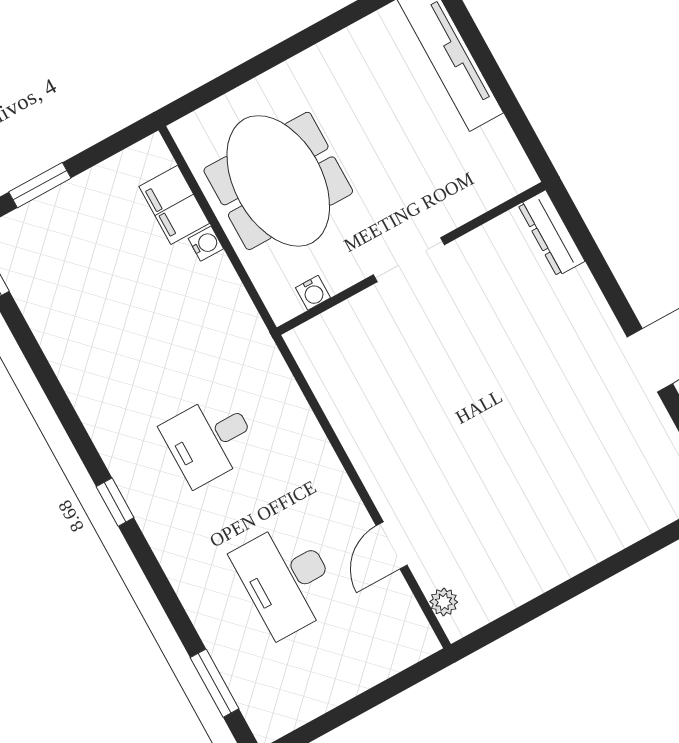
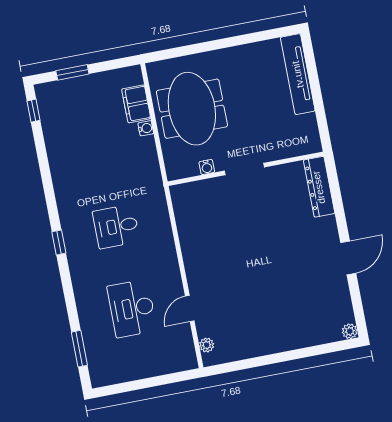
dresser: (551, 233) -> (319, 187), width x1.37, depth x1.24
water cooler: (313, 293) -> (207, 167), moved

